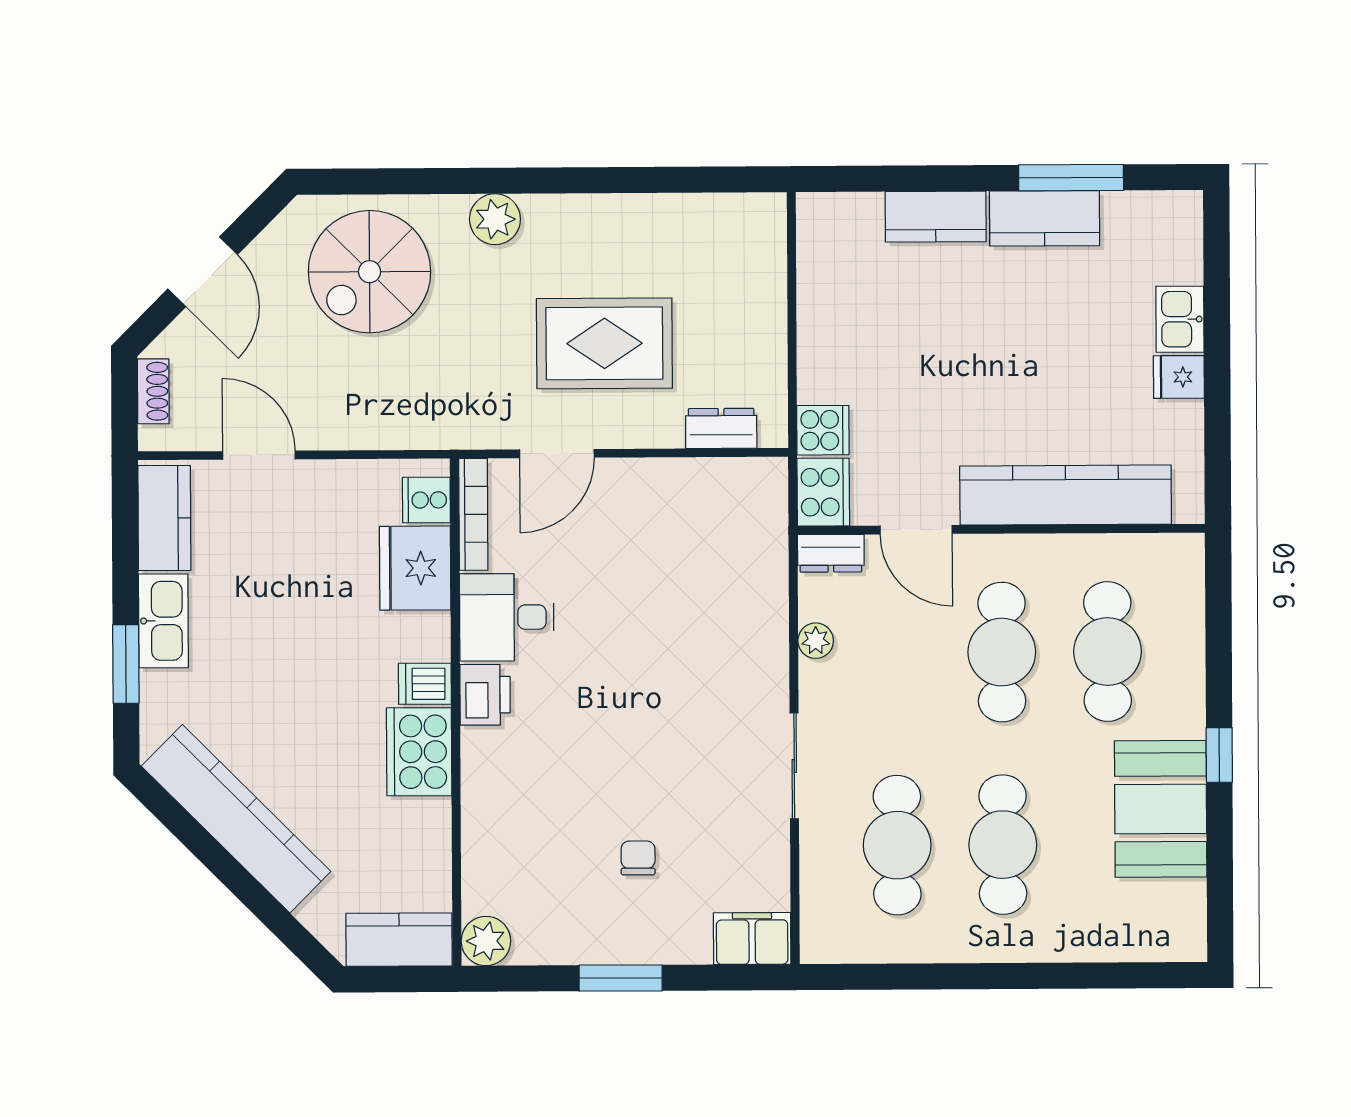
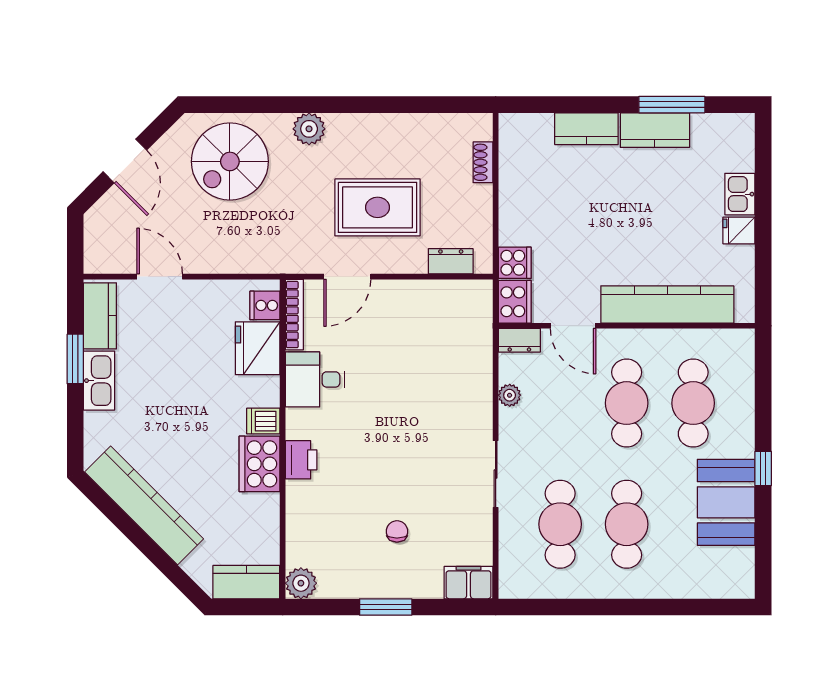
shoe rack: (153, 391) -> (483, 162), moved, turned 180
window: (126, 664) -> (75, 359), moved
printer: (485, 695) -> (301, 460), moved

